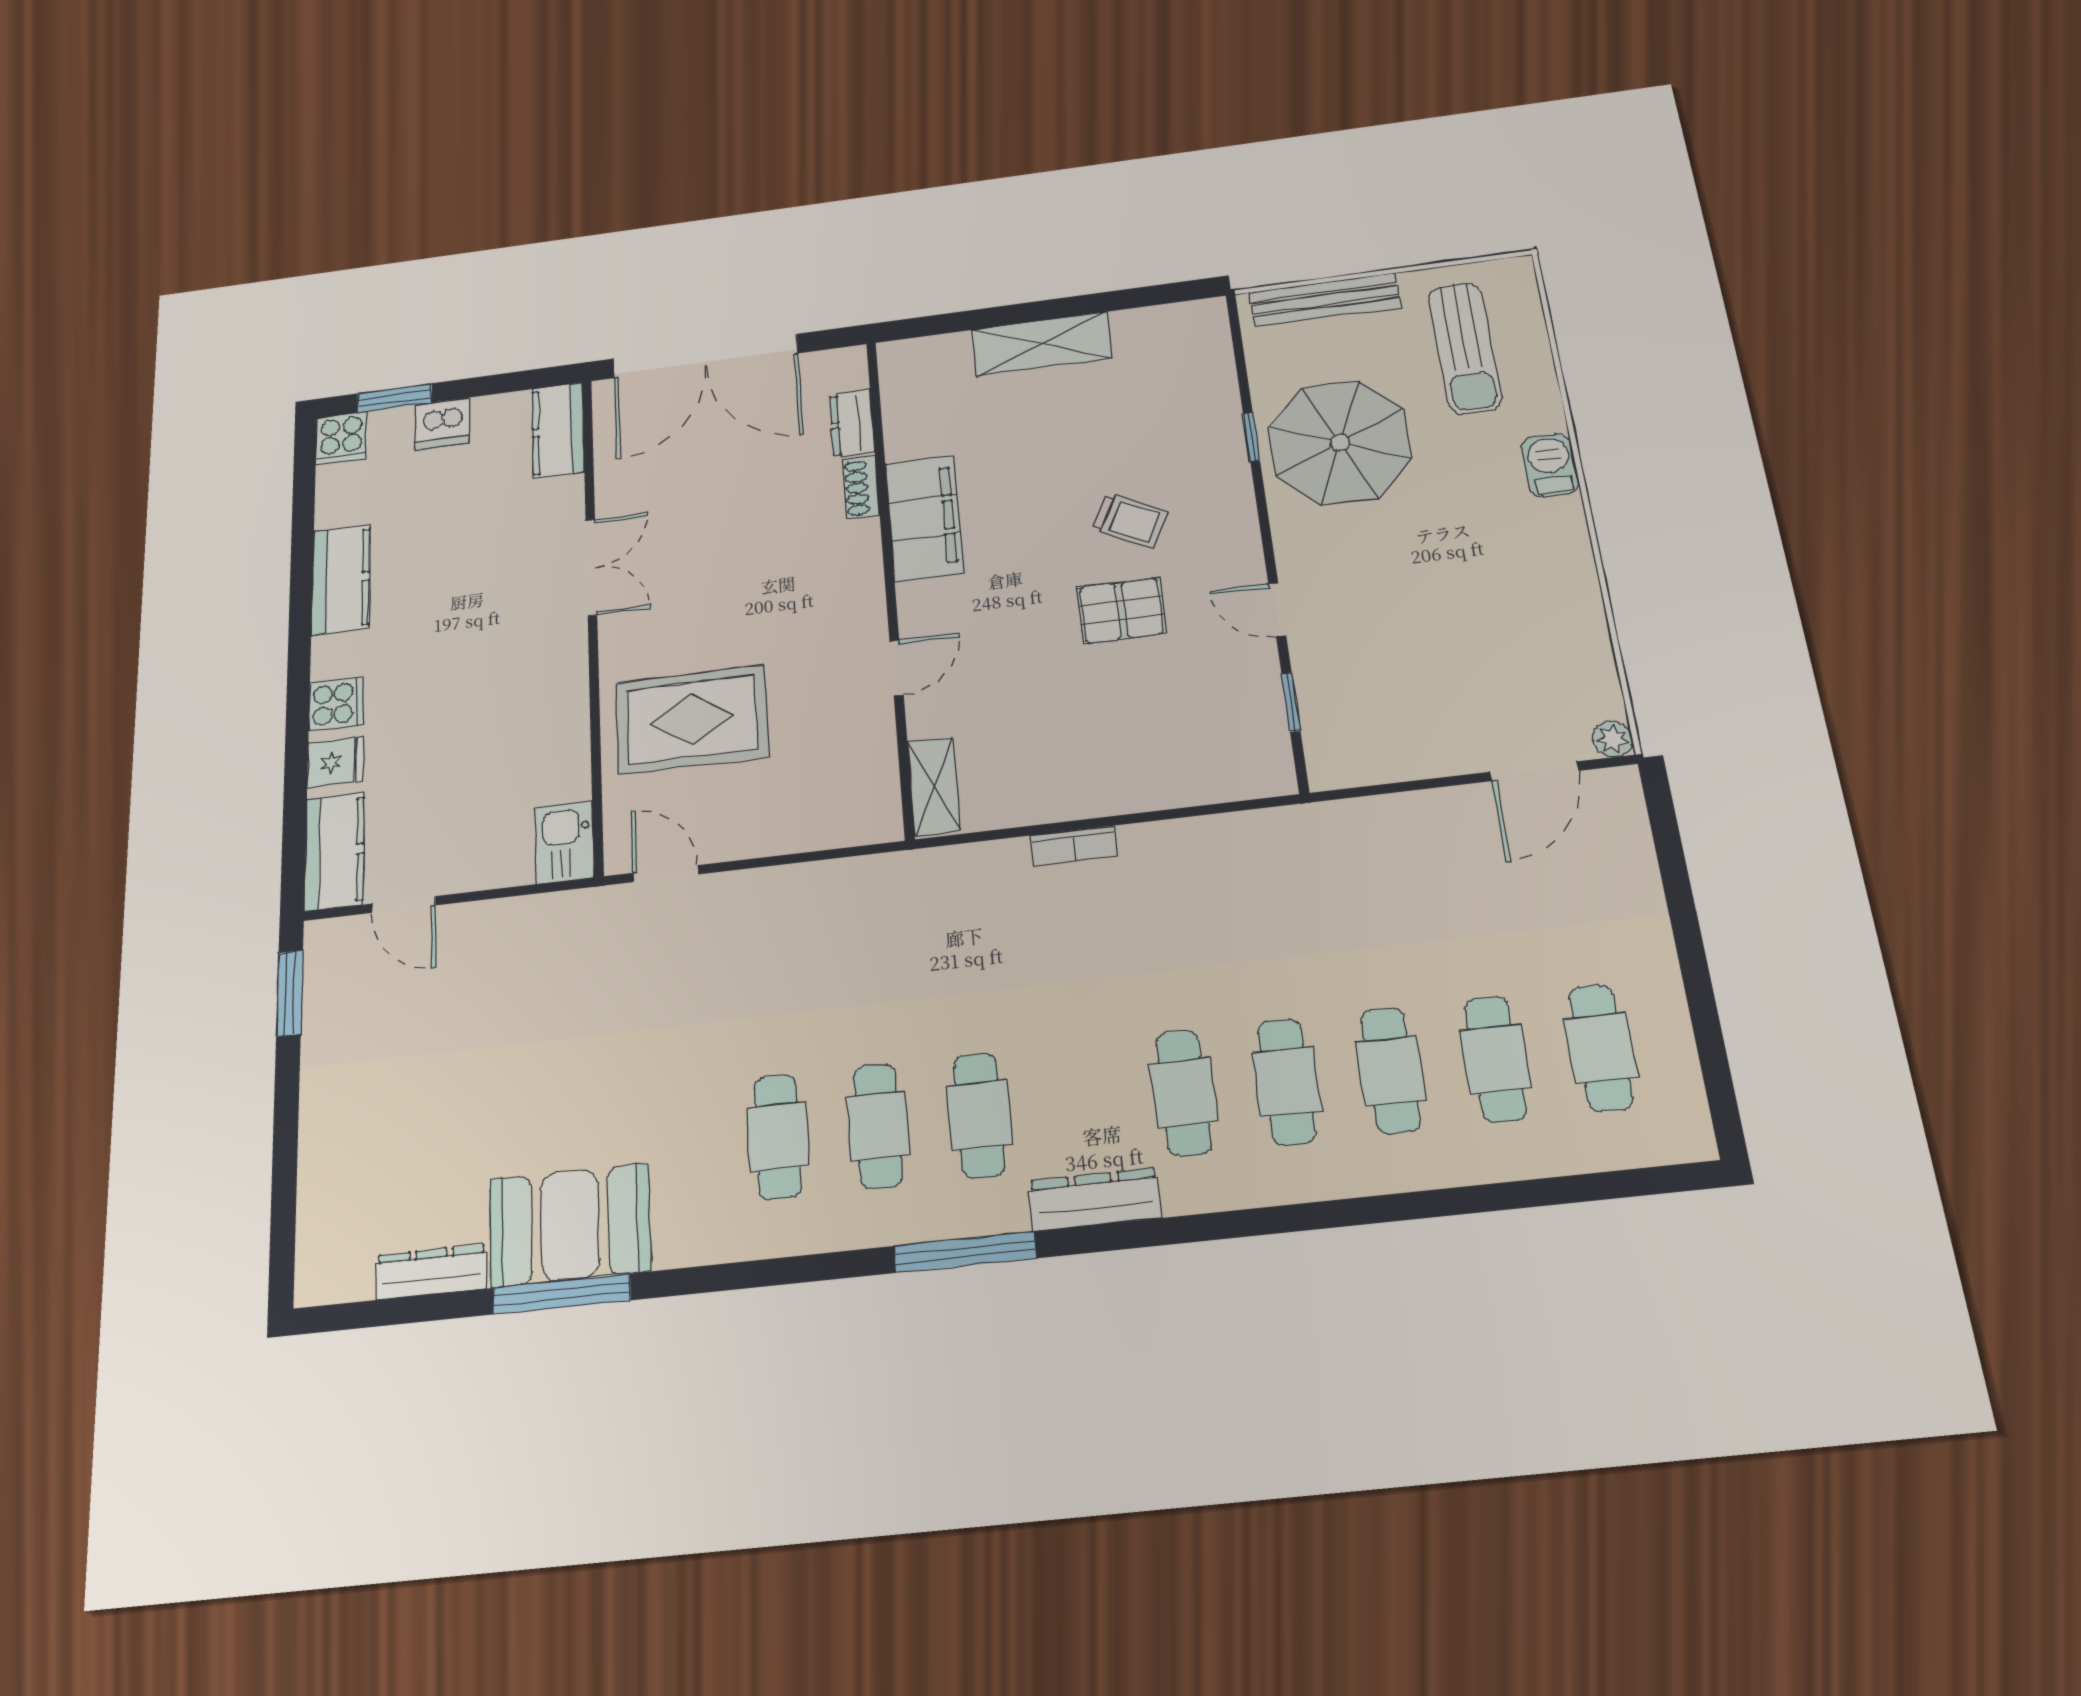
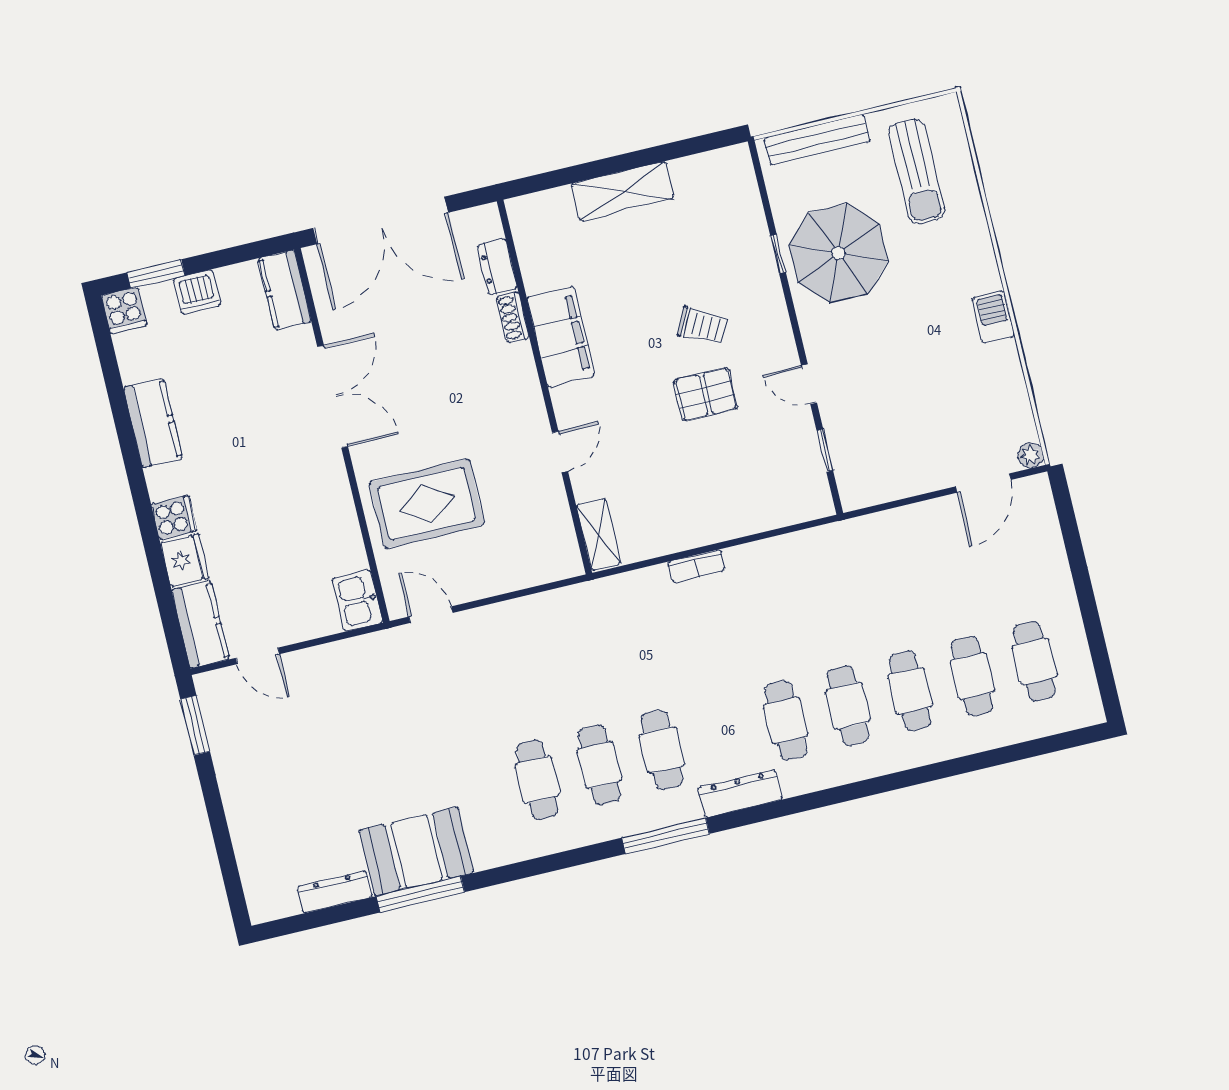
barbecue: (1550, 465) -> (993, 317), moved
double door: (591, 567) -> (333, 397), width x1.37
fridge: (336, 762) -> (185, 560), width x1.38

